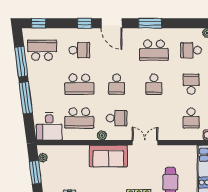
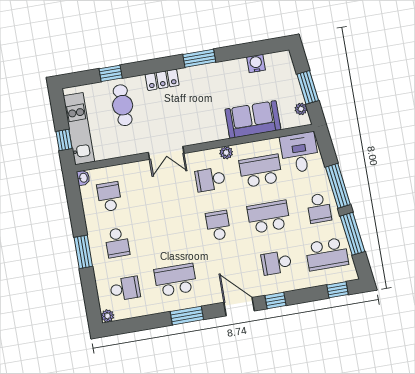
school desk: (154, 84) -> (319, 208), moved, turned 180
sofa: (108, 156) -> (253, 119), moved

